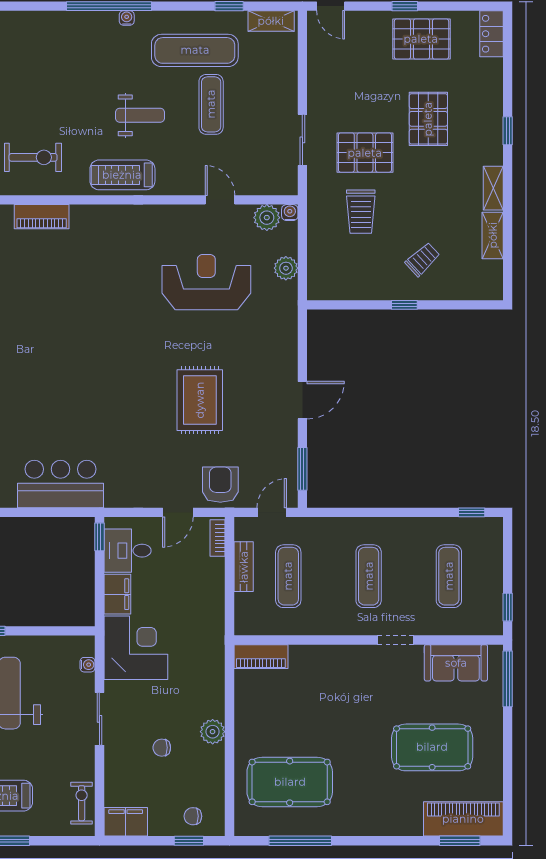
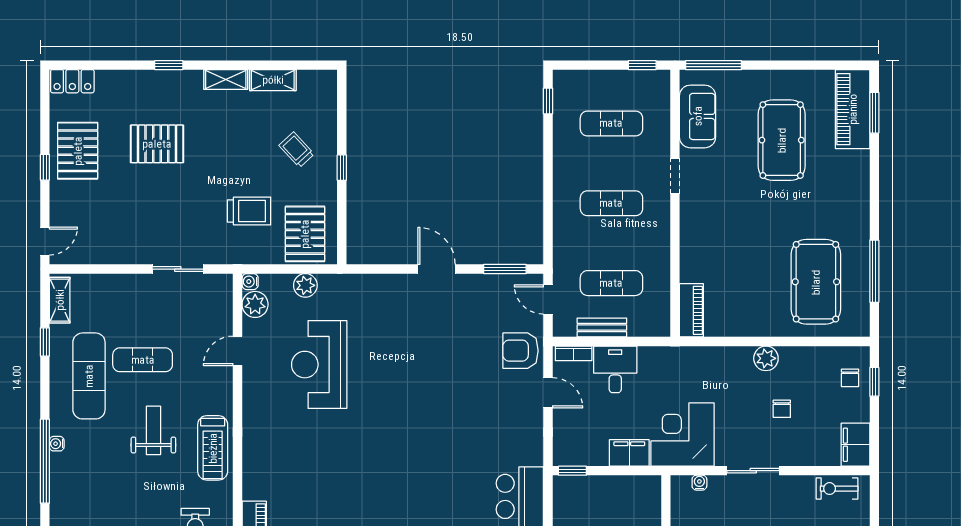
pallet: (365, 153) -> (305, 234), moved
rug: (200, 400) -> (436, 371), removed
desk: (127, 551) -> (615, 369), moved, turned 180

